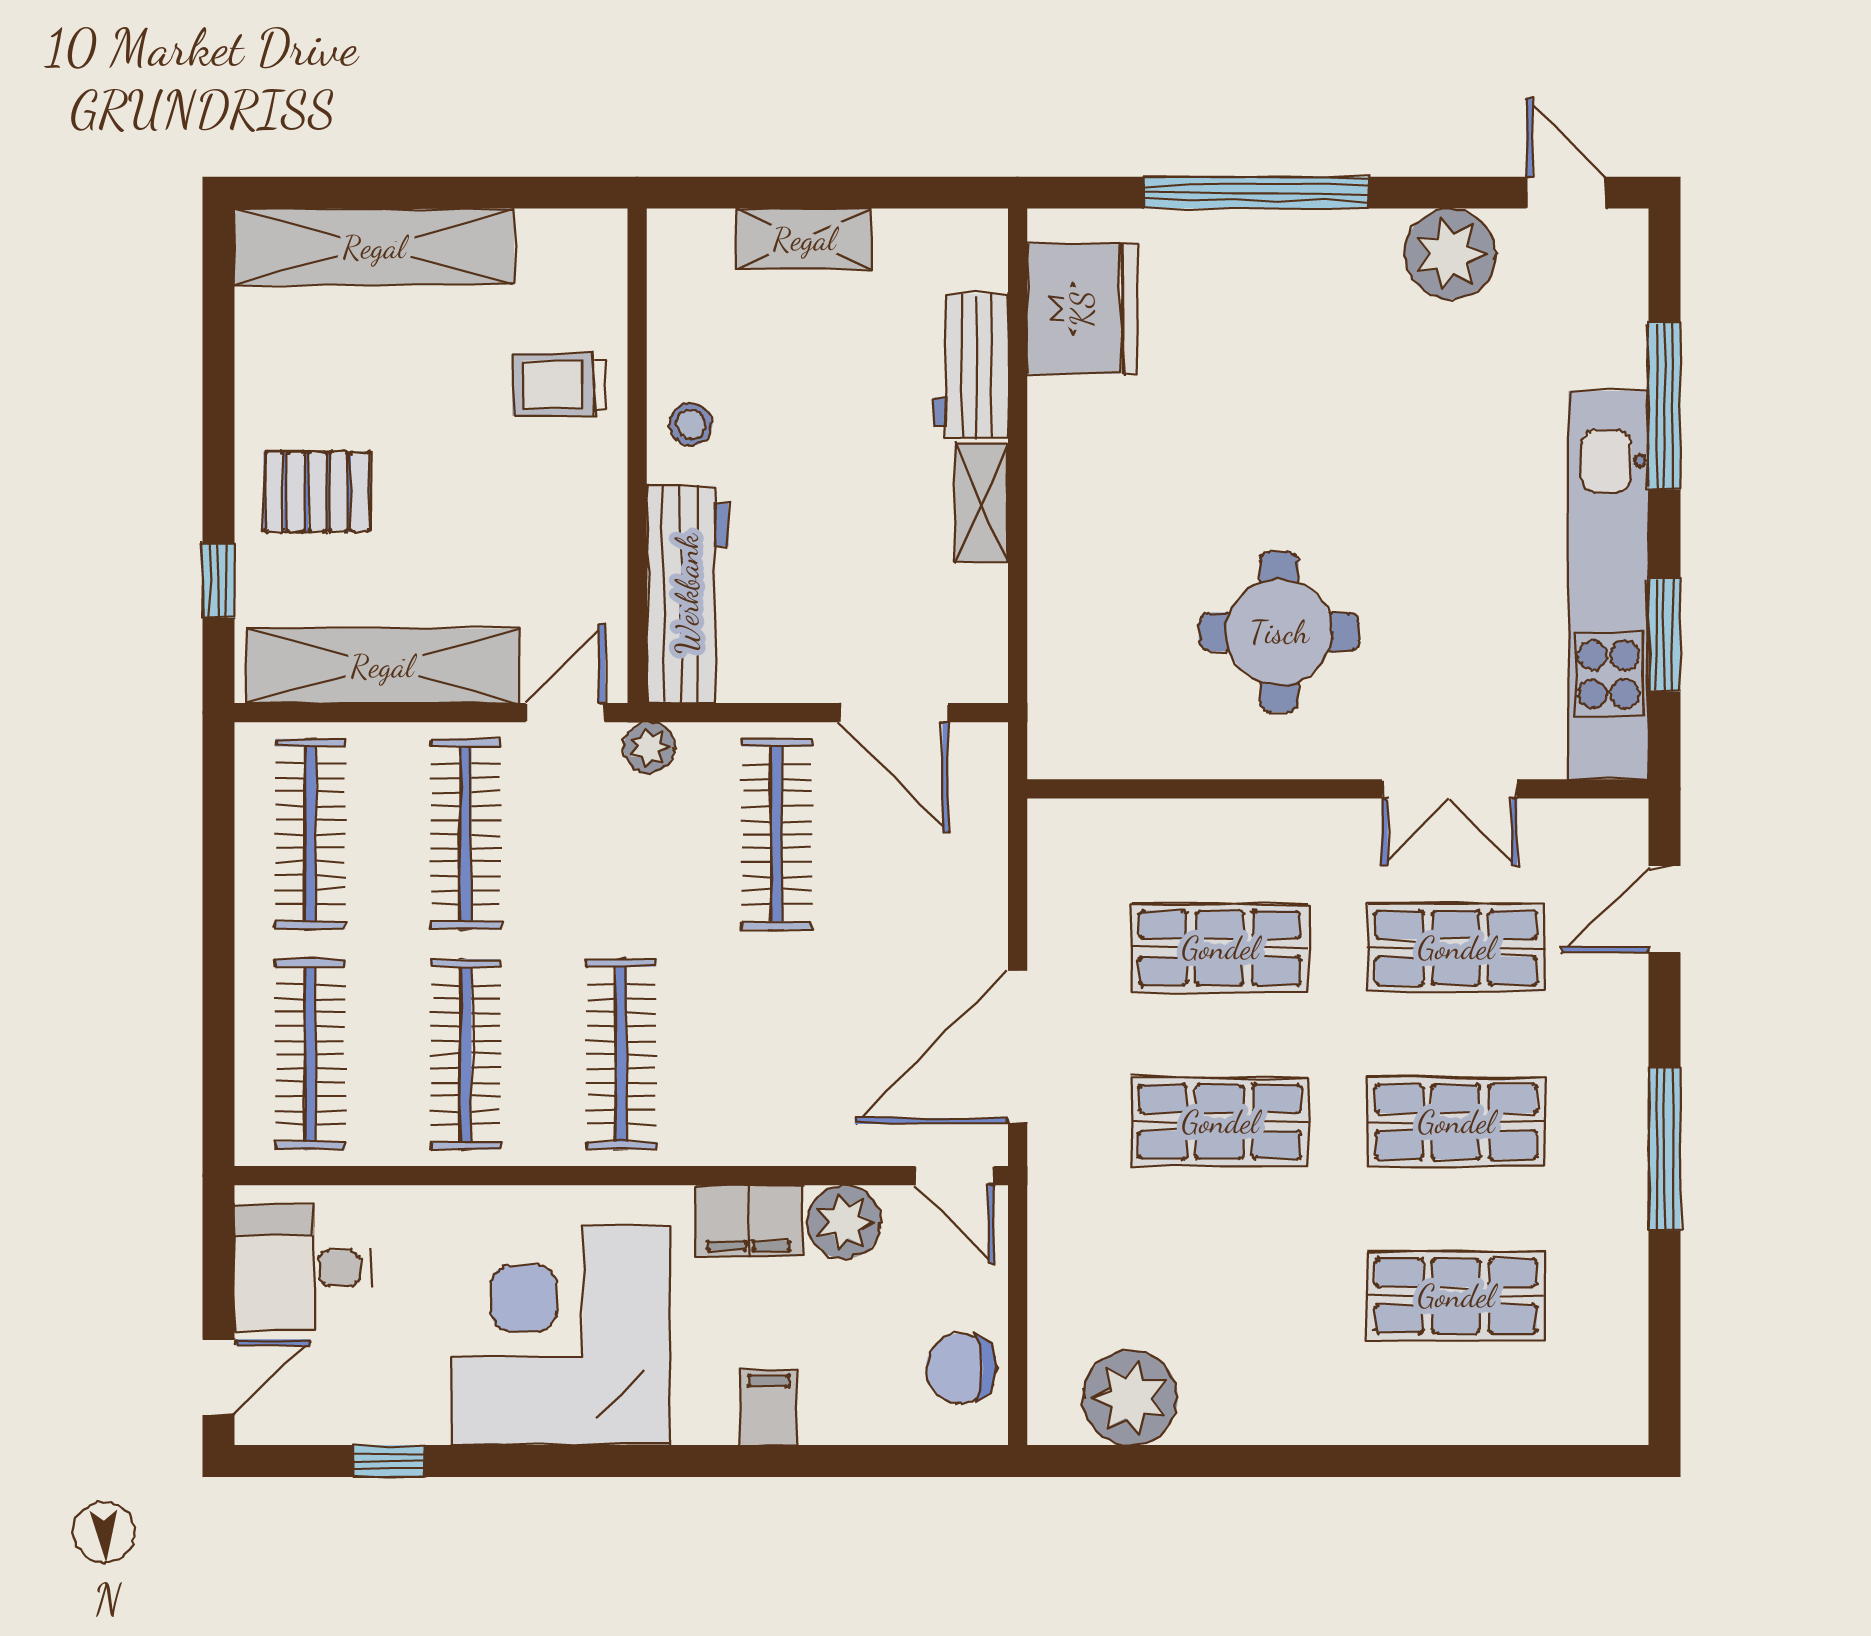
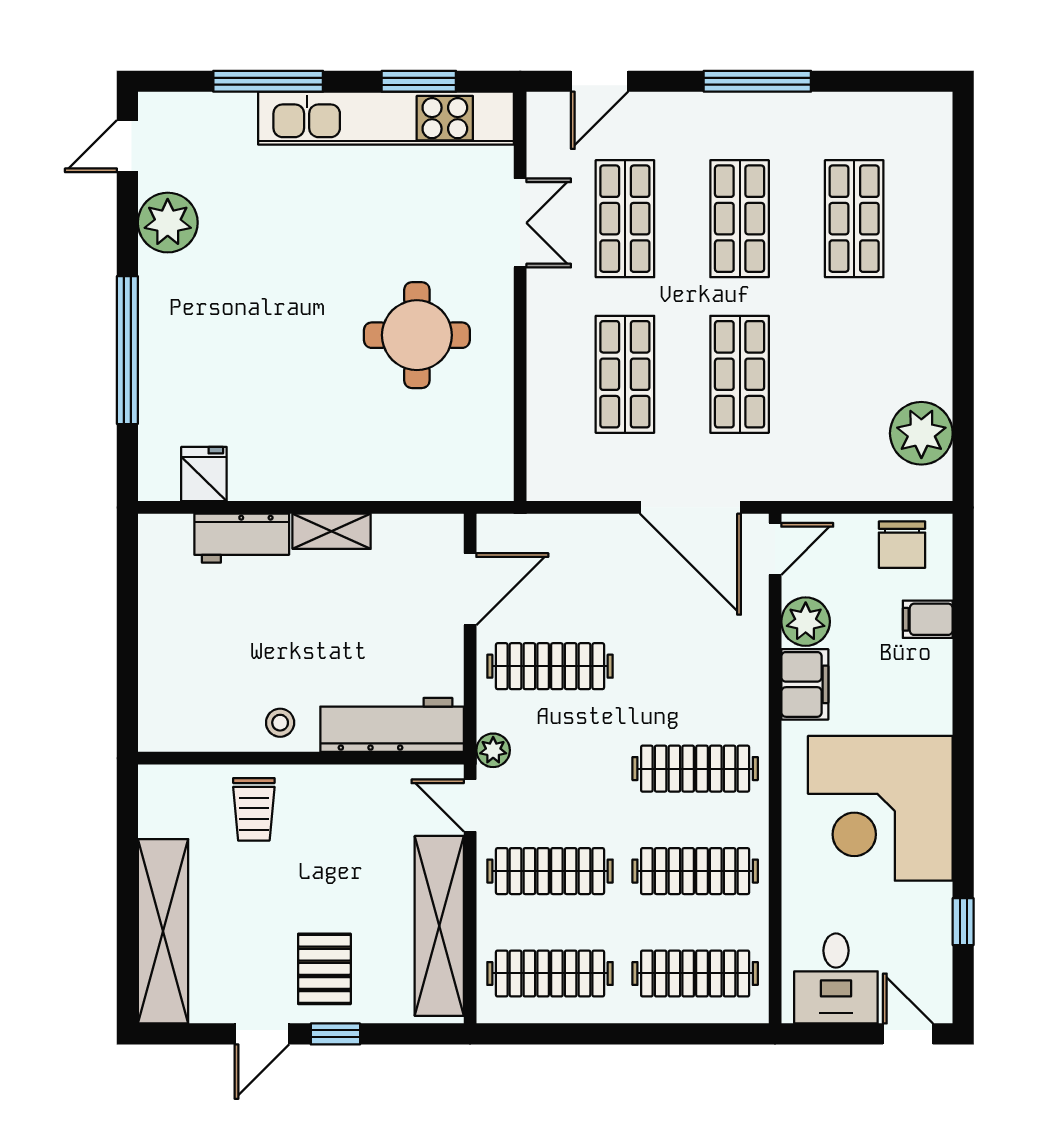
shelving: (804, 239) -> (158, 648), removed
fridge: (1082, 309) -> (204, 474), width x0.53, depth x0.75
door: (218, 397) -> (262, 1034), added
window: (218, 580) -> (335, 1034), moved
door: (1665, 909) -> (600, 81), hinge flipped
filing cabinet: (768, 1407) -> (928, 619), moved

